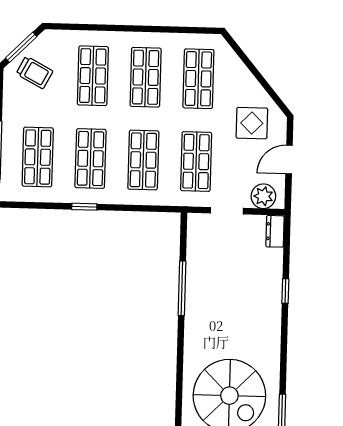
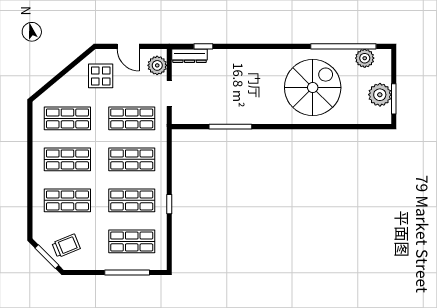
trolley: (35, 72) -> (66, 246), turned 40
dresser: (275, 231) -> (190, 56), width x1.44
window: (285, 291) -> (203, 46), moved

